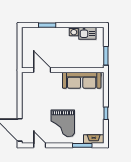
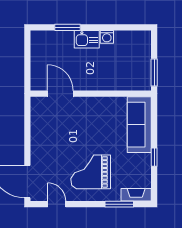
kitchen sink: (87, 33) -> (87, 39), moved
sofa: (82, 80) -> (139, 125), moved, turned 90
grand piano: (63, 123) -> (91, 172), turned 90

